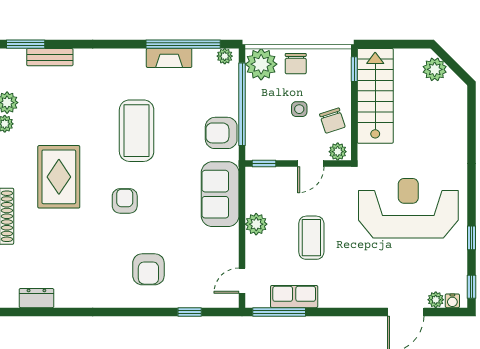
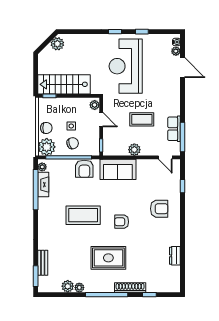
fireplace: (169, 58) -> (43, 185), moved
plant: (435, 69) -> (57, 44), moved
chair: (332, 121) -> (73, 143), moved
window: (471, 287) -> (115, 32), moved
dresser: (36, 298) -> (175, 256), moved

